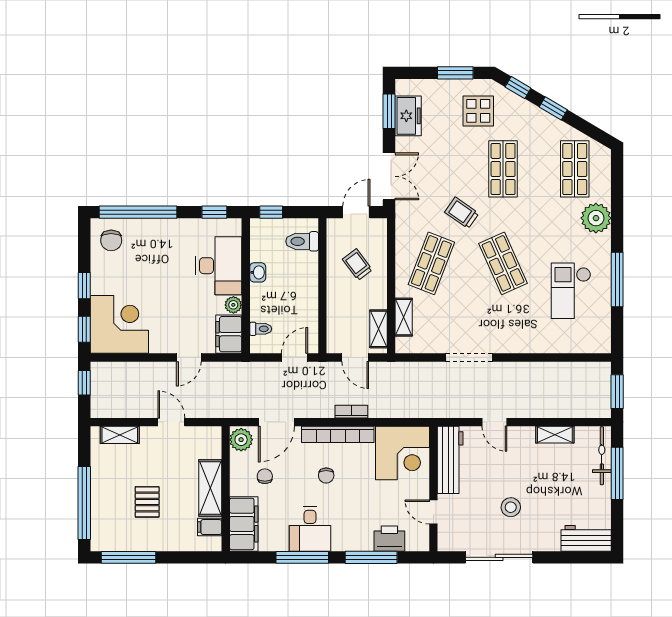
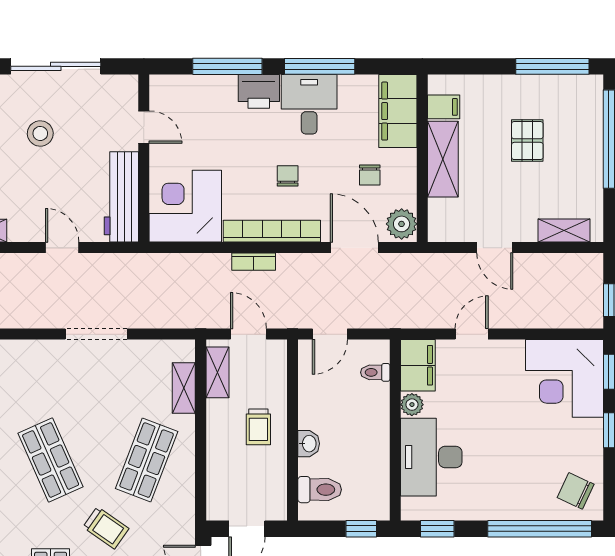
chair: (111, 240) -> (576, 491), turned -65
trolley: (357, 265) -> (258, 427), moved, turned 37
washbasin: (258, 272) -> (309, 444), moved, turned 180
door: (276, 422) -> (354, 248), hinge flipped
printer: (389, 539) -> (259, 91), moved

